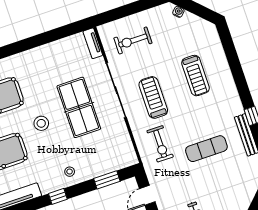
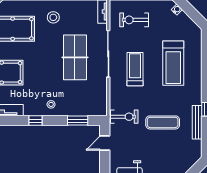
treadmill: (195, 76) -> (173, 63), width x1.37, depth x1.38
stool: (41, 123) -> (53, 17), moved
exercise bike: (160, 144) -> (124, 117), moved, turned -90

